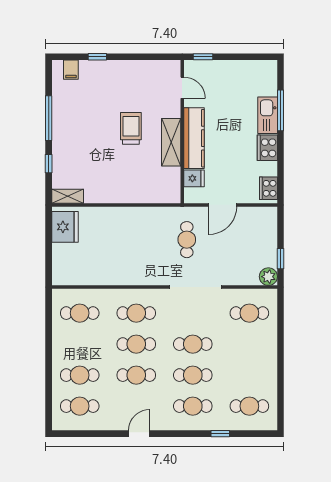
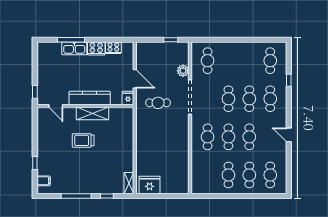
door: (182, 88) -> (56, 106), swing flipped
fridge: (194, 178) -> (128, 98), moved
cooker: (268, 188) -> (113, 48), moved
plant: (268, 277) -> (183, 71), moved
cafe table: (80, 313) -> (228, 175), moved

